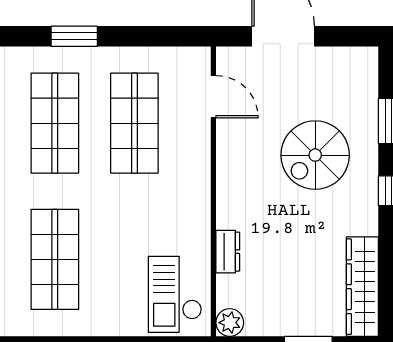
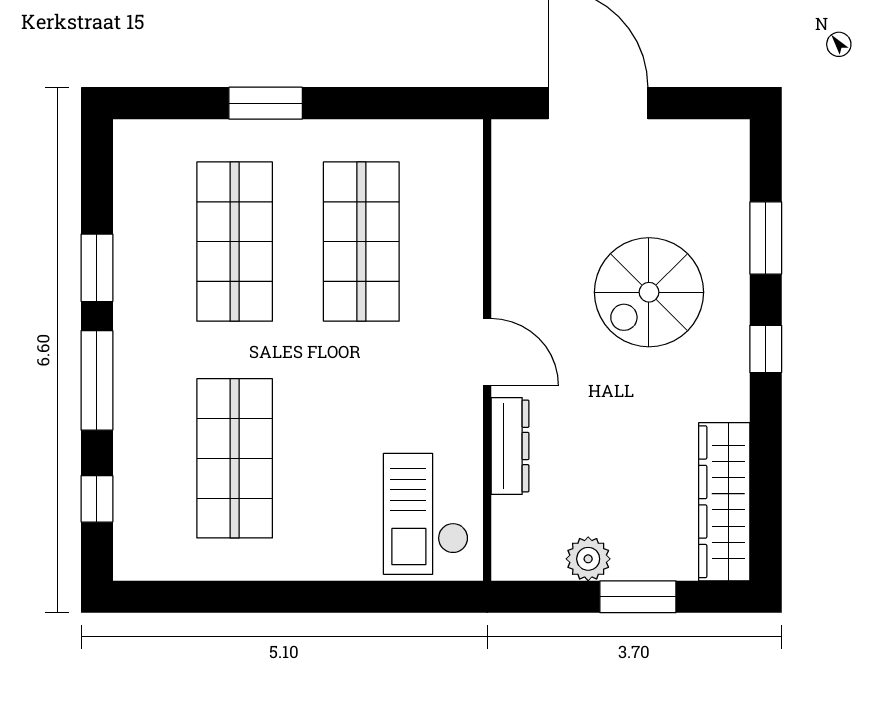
door: (213, 97) -> (487, 352), moved
dresser: (228, 252) -> (510, 446), width x1.44
plant: (230, 323) -> (588, 559), moved

